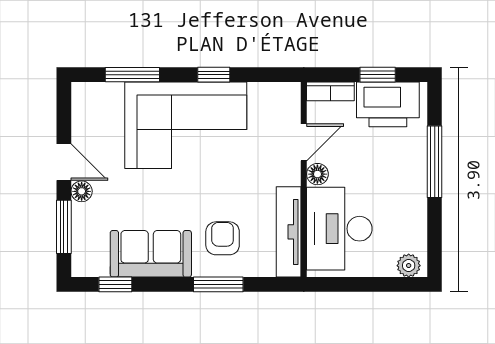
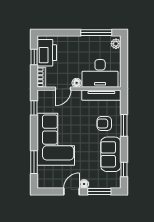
window: (214, 75) -> (34, 108), moved
door: (304, 142) -> (63, 89), swing flipped
window: (435, 162) -> (96, 33), moved

